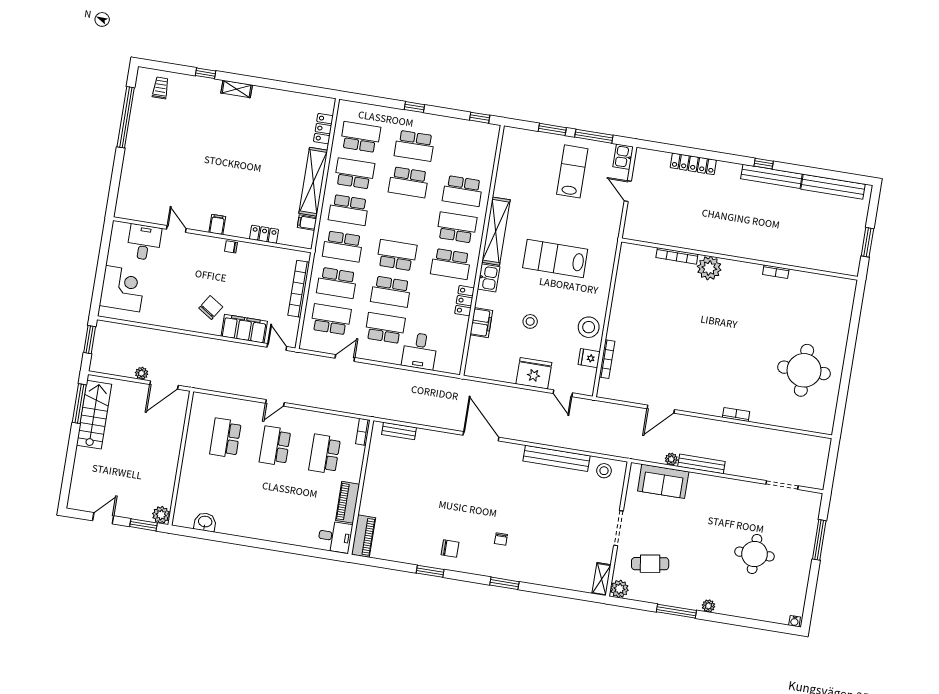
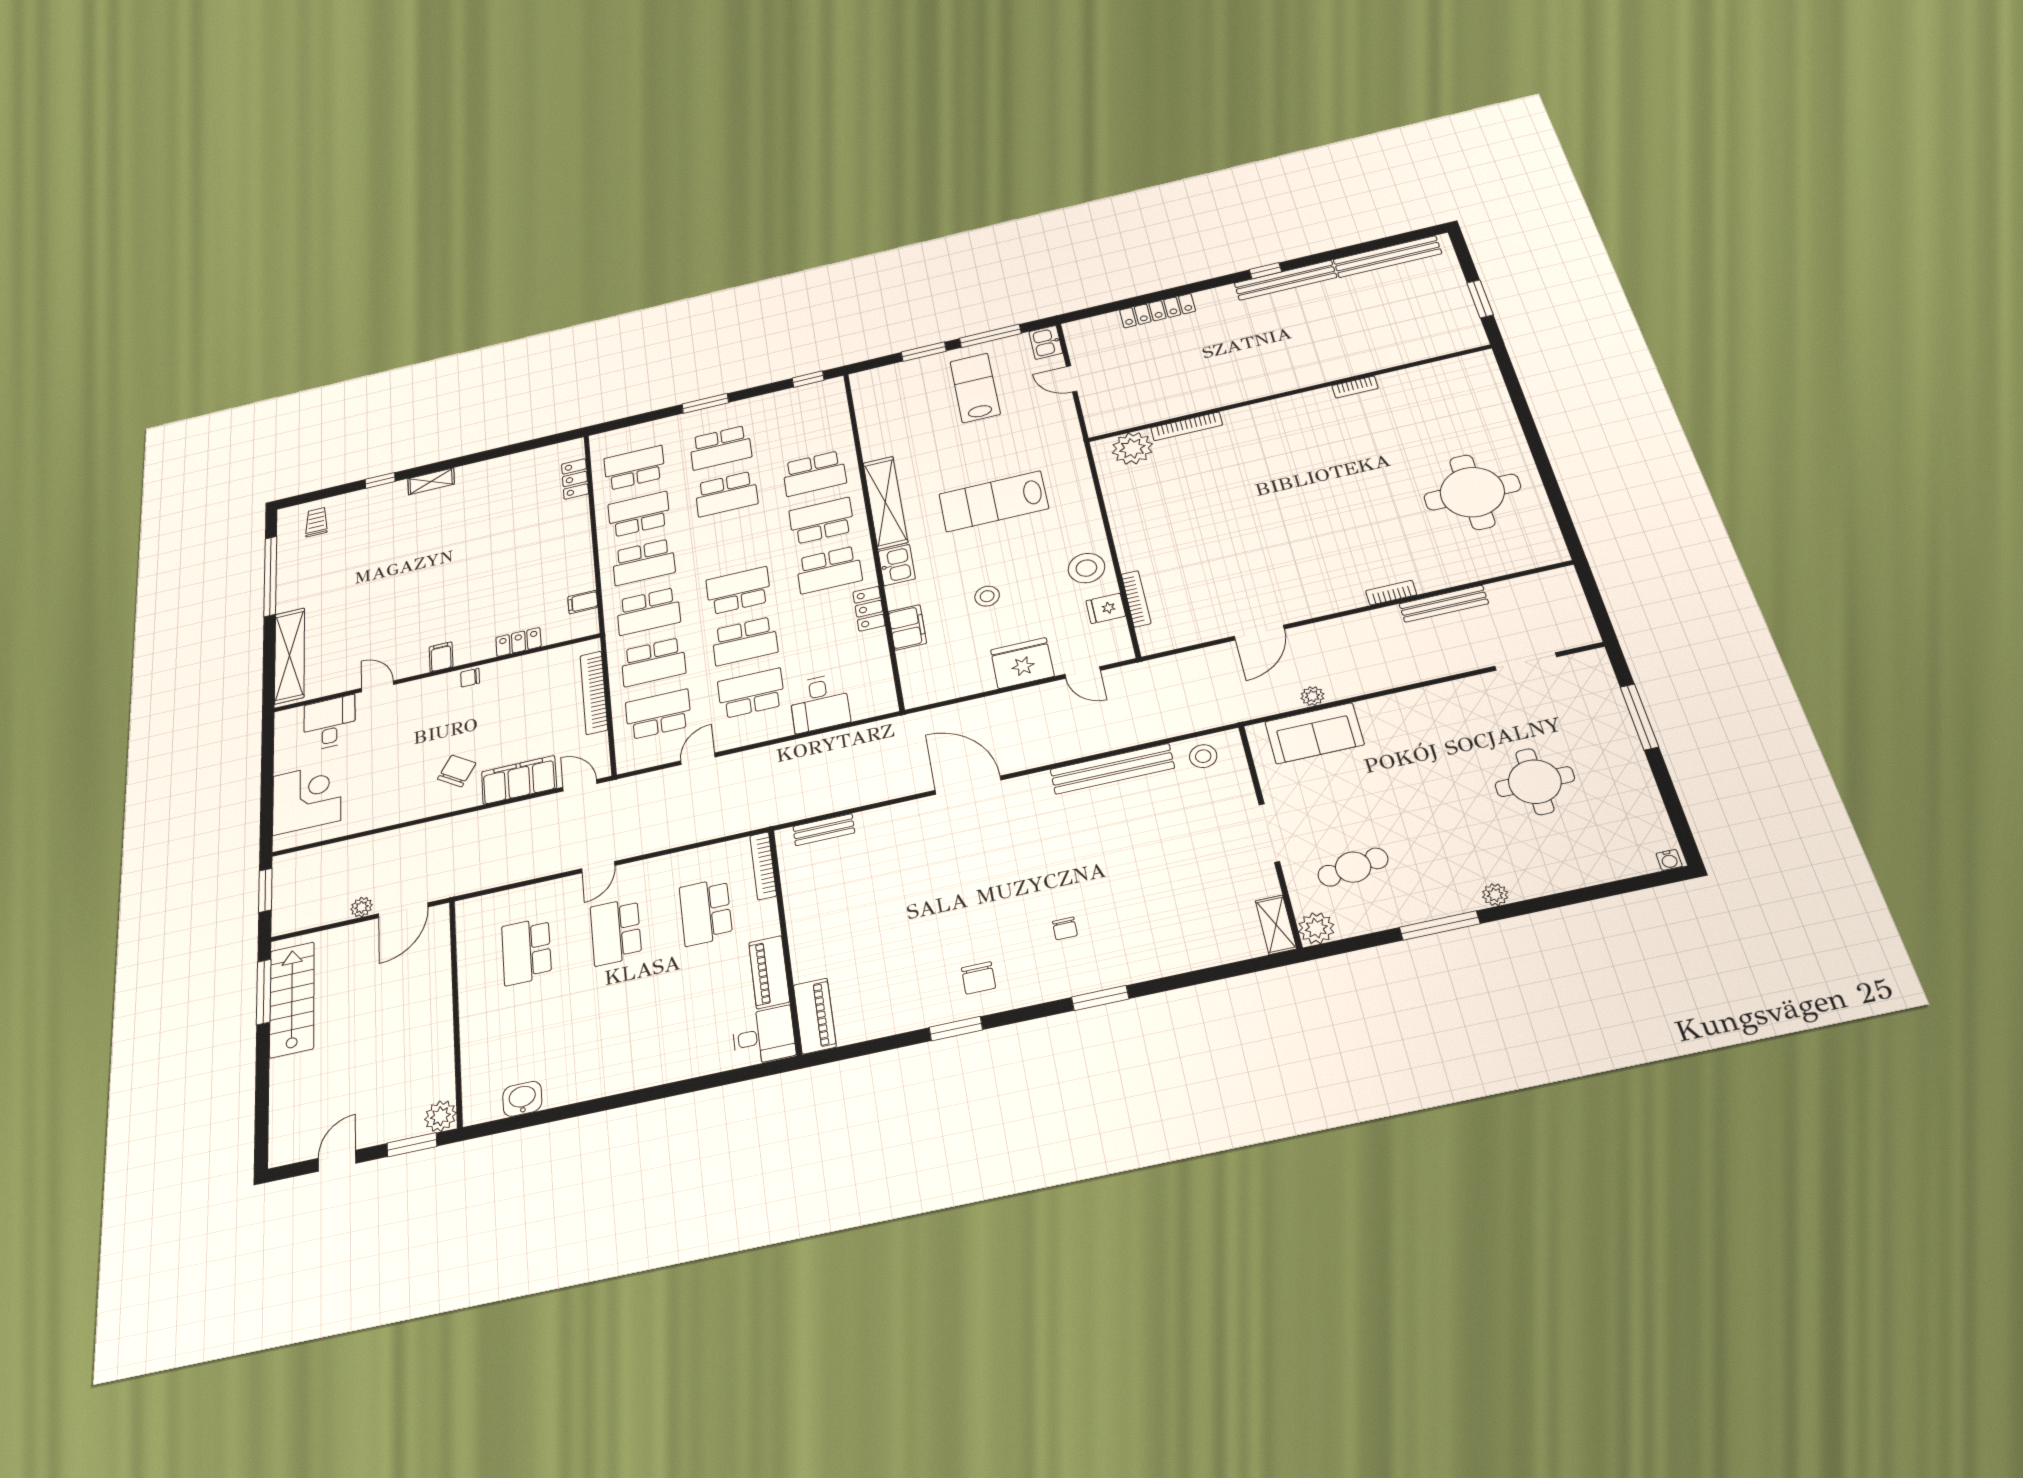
window: (414, 107) -> (705, 403), width x1.50
shelving: (313, 182) -> (290, 656), moved
plant: (709, 268) -> (1132, 448), moved
bookcase: (363, 432) -> (763, 866), width x1.56
bench: (701, 464) -> (1444, 604), moved
chair: (450, 548) -> (979, 978), turned 90

